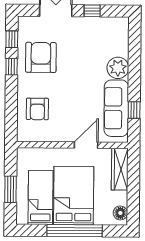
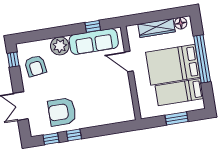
window: (92, 11) -> (13, 60), moved
armchair: (37, 109) -> (35, 66), moved, turned 82
wardrobe: (120, 169) -> (156, 28), moved

